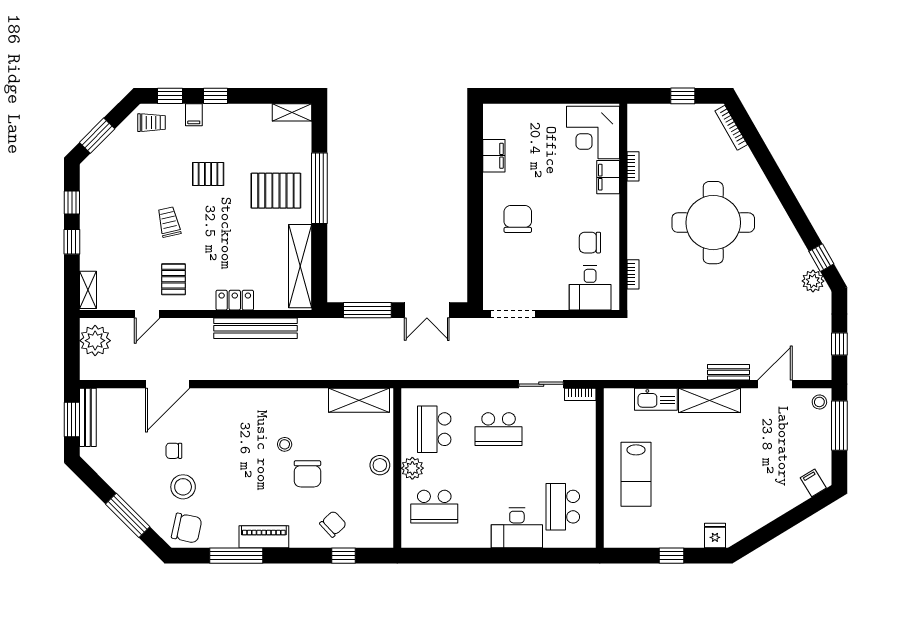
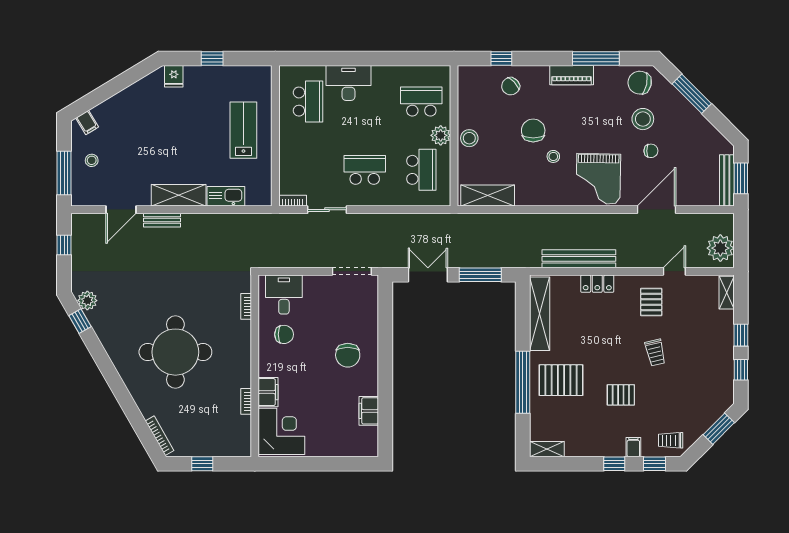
stool: (819, 402) -> (92, 160), moved
grand piano: (234, 419) -> (598, 179), added

